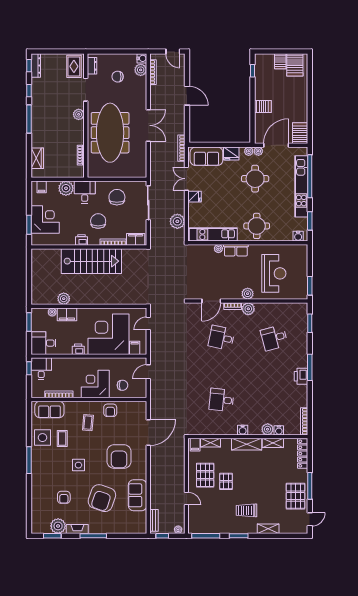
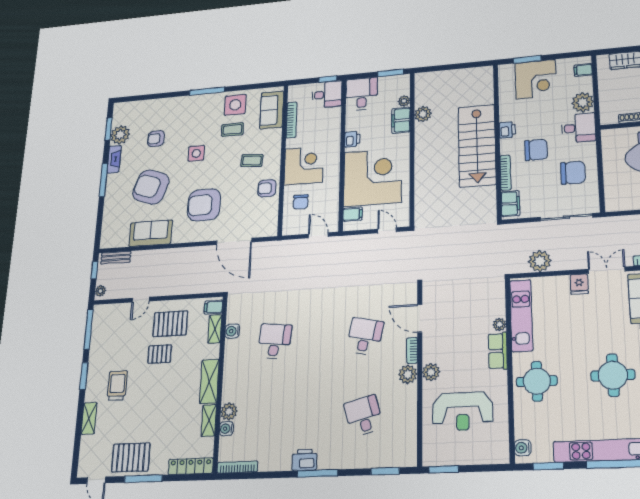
water cooler: (243, 430) -> (232, 331), moved

